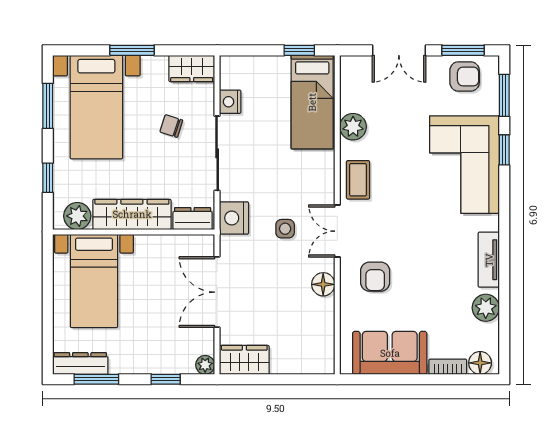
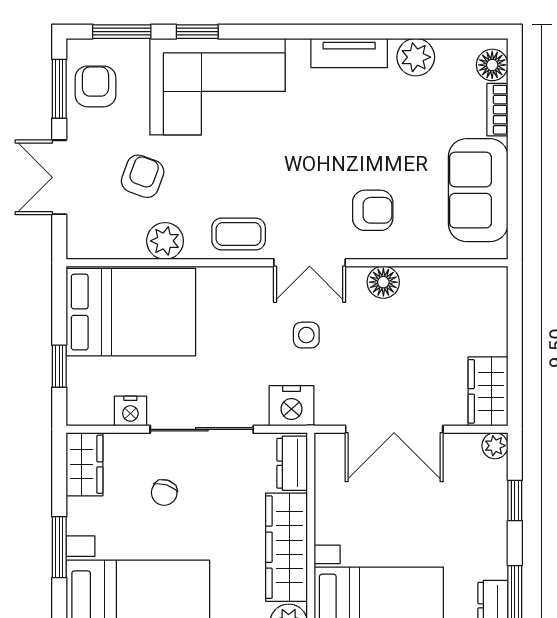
window: (299, 50) -> (59, 366), moved
double door: (399, 50) -> (59, 177), swing flipped
bed: (312, 102) -> (131, 312), width x1.50
armchair: (400, 110) -> (143, 176), added

